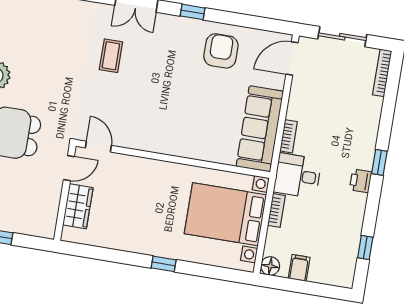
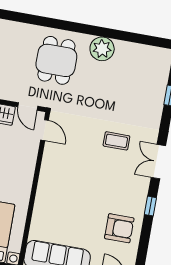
door: (98, 147) -> (45, 130), hinge flipped

